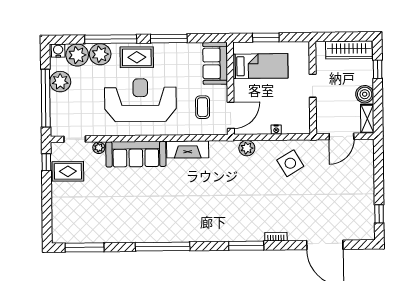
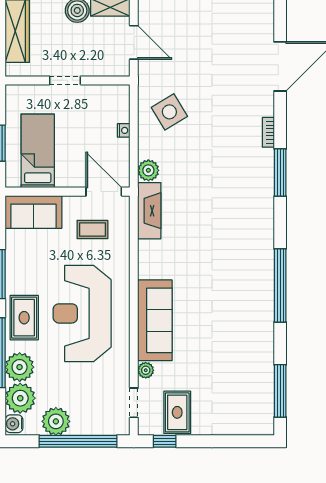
fireplace: (188, 149) -> (149, 211), moved

